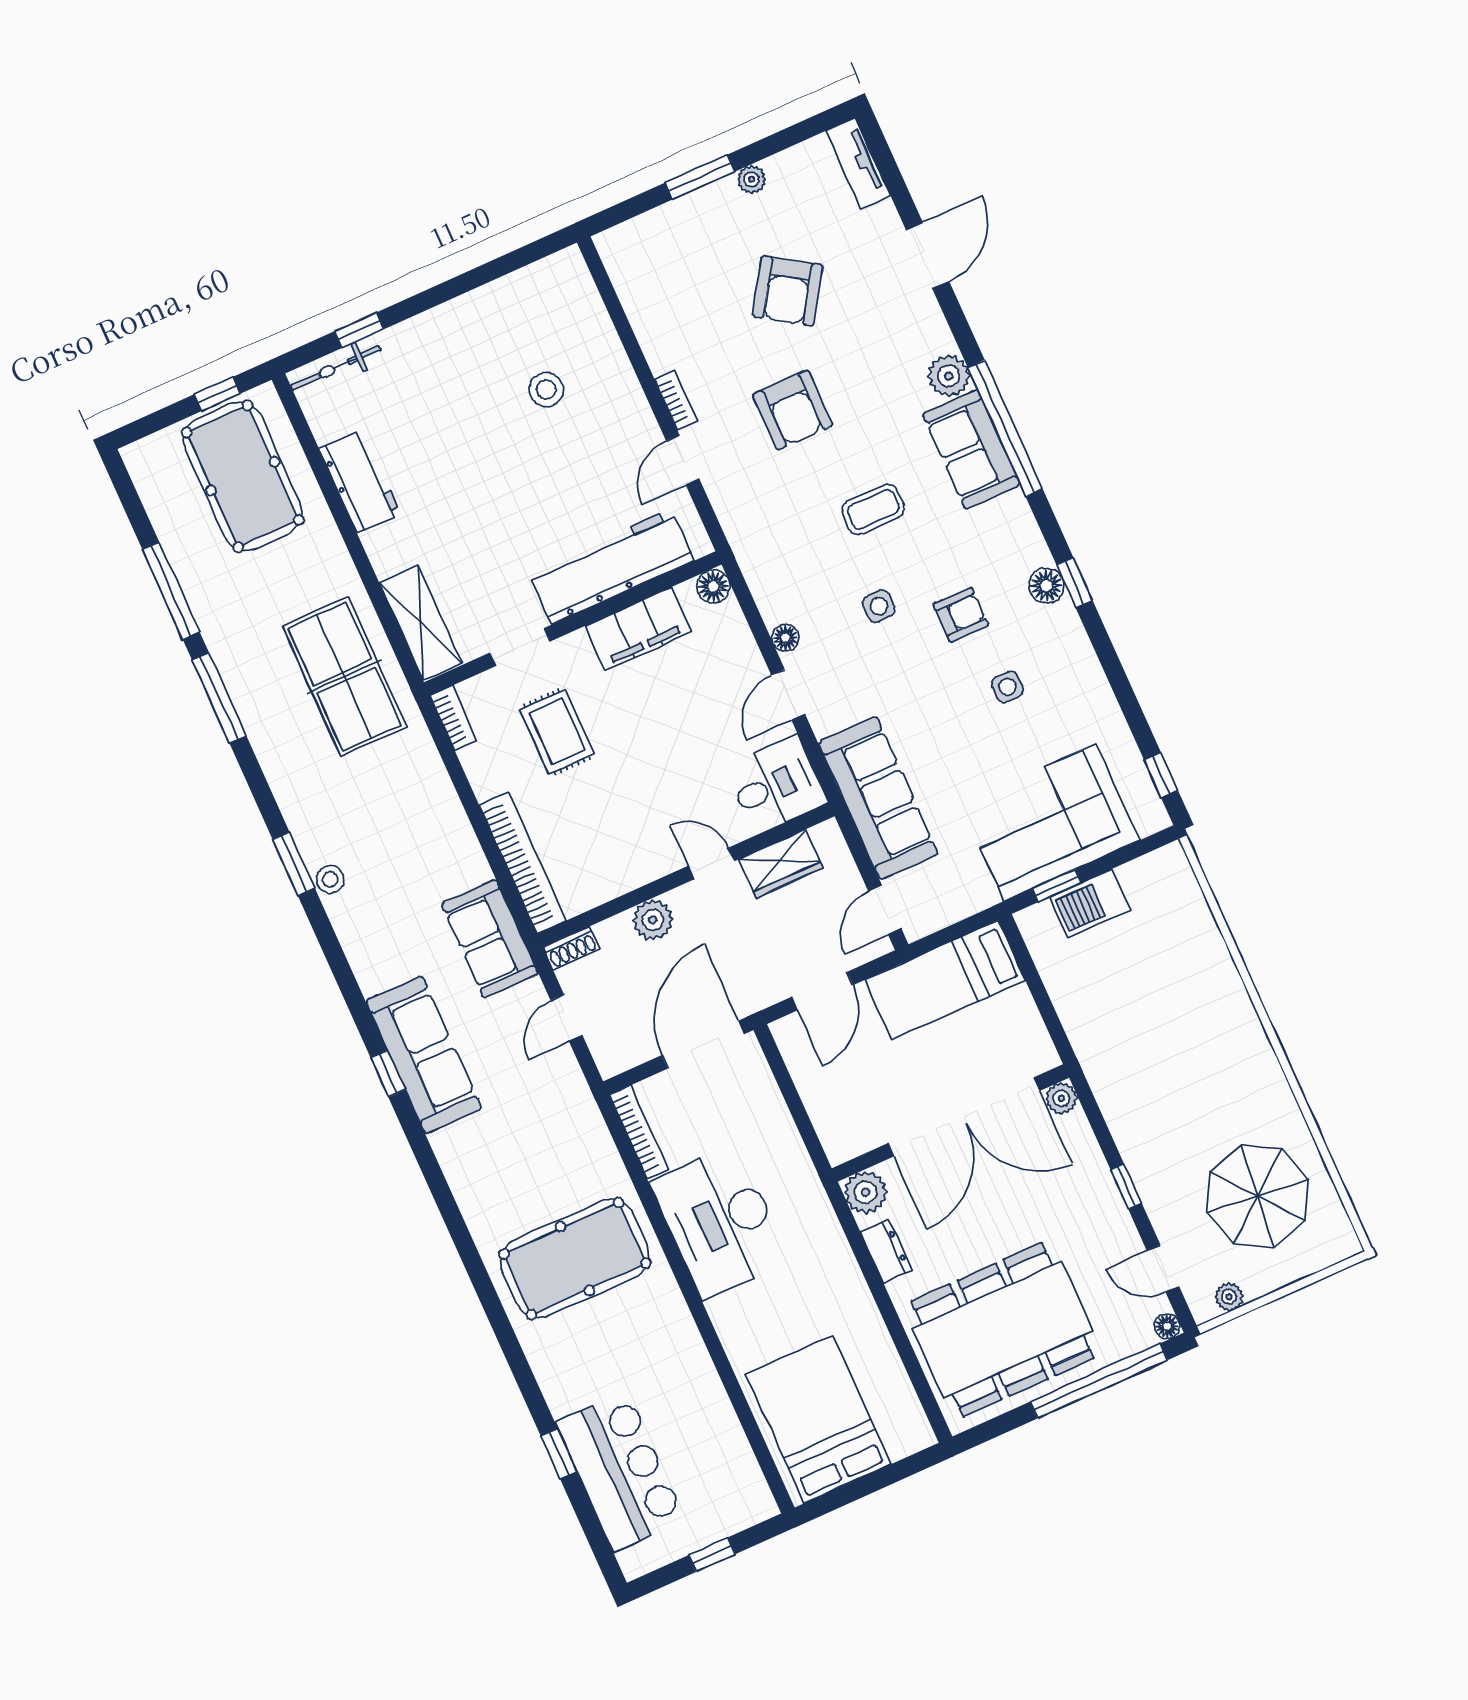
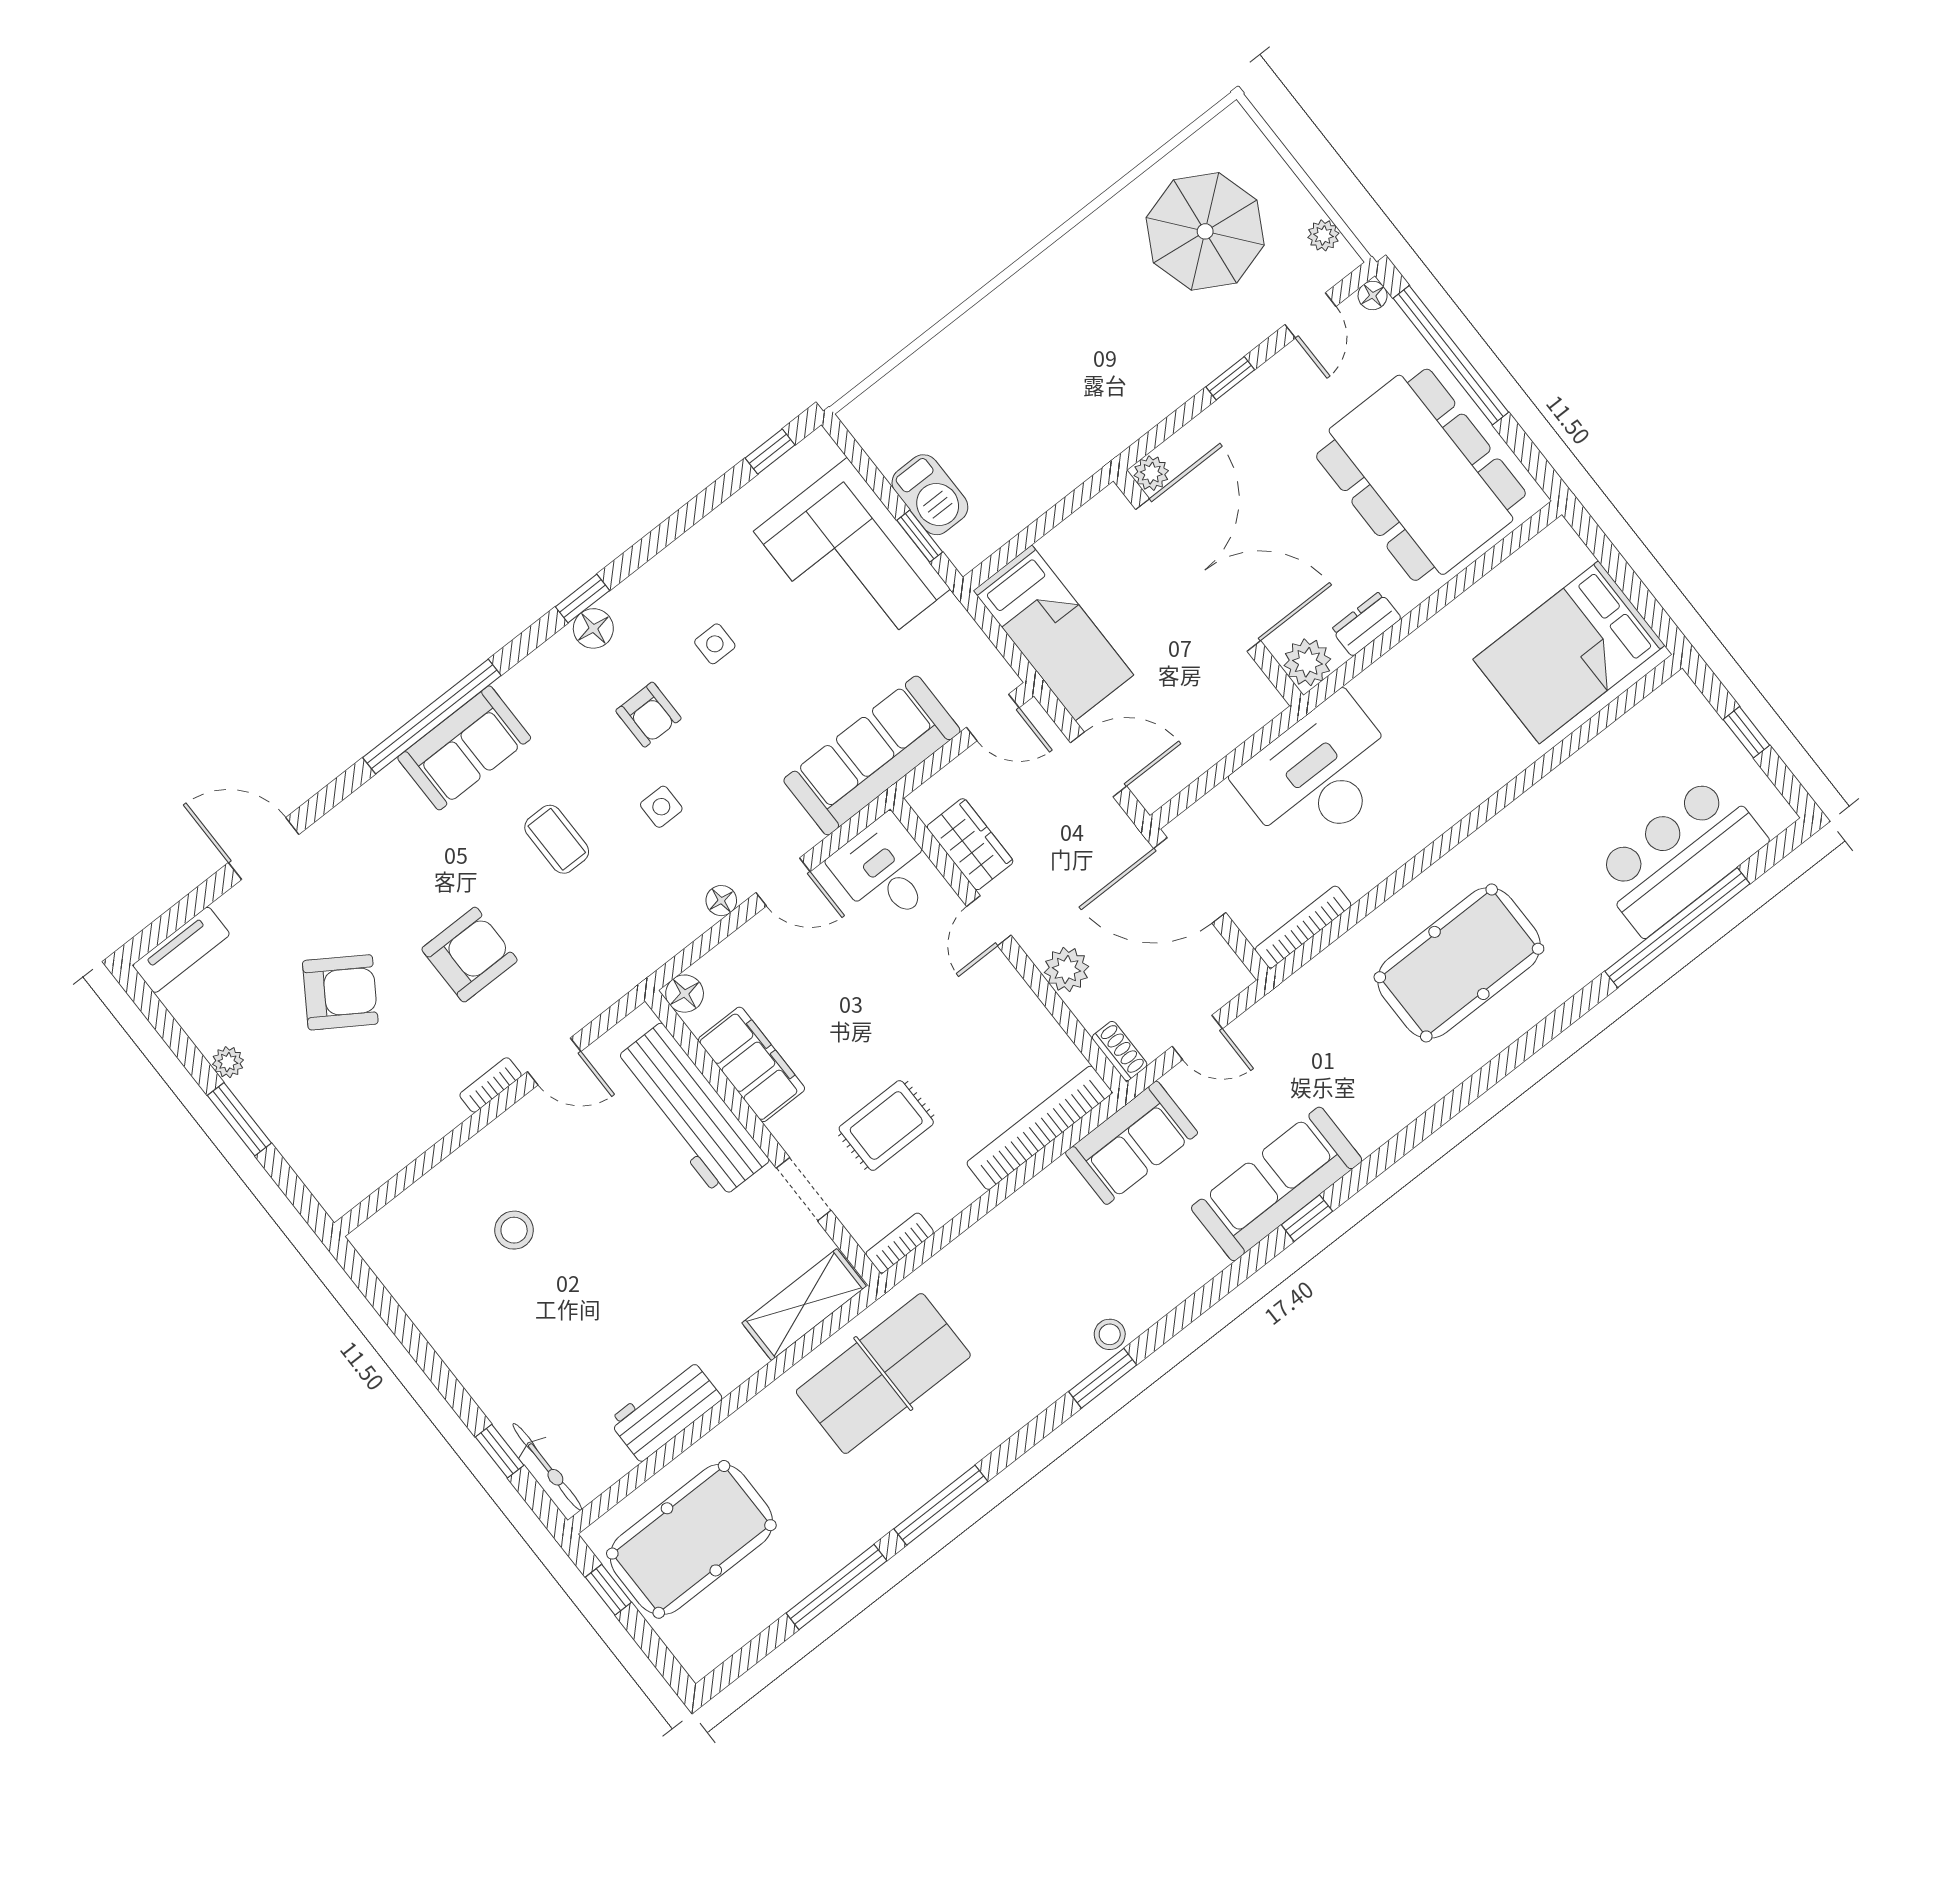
plant: (949, 376) -> (390, 793), removed
armchair: (961, 615) -> (648, 715), turned 180
desk: (720, 1222) -> (1319, 775), moved, turned 180
pool table: (575, 1259) -> (1459, 963), turned 90
window: (559, 1454) -> (1677, 928), width x3.17

